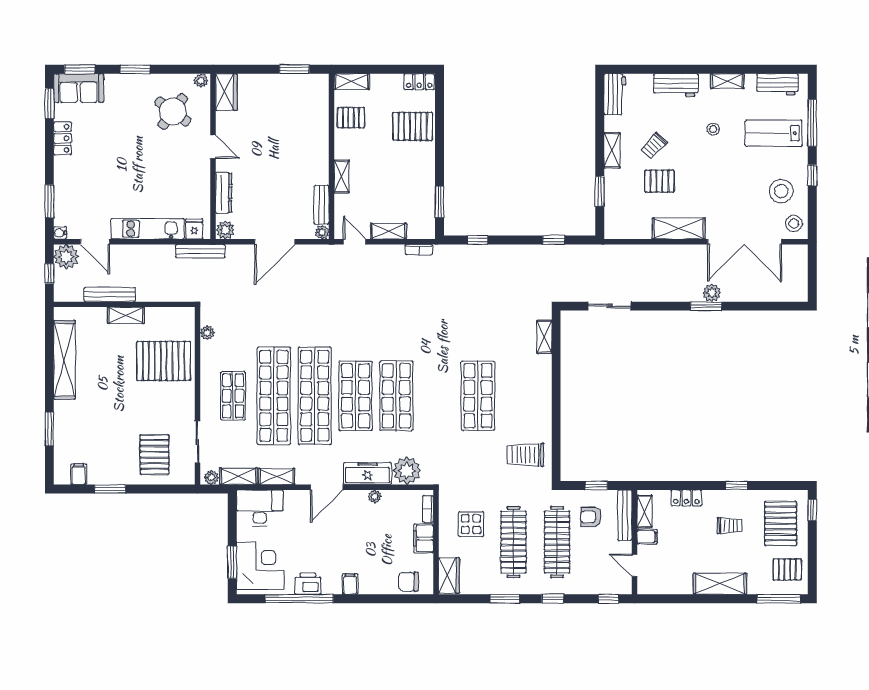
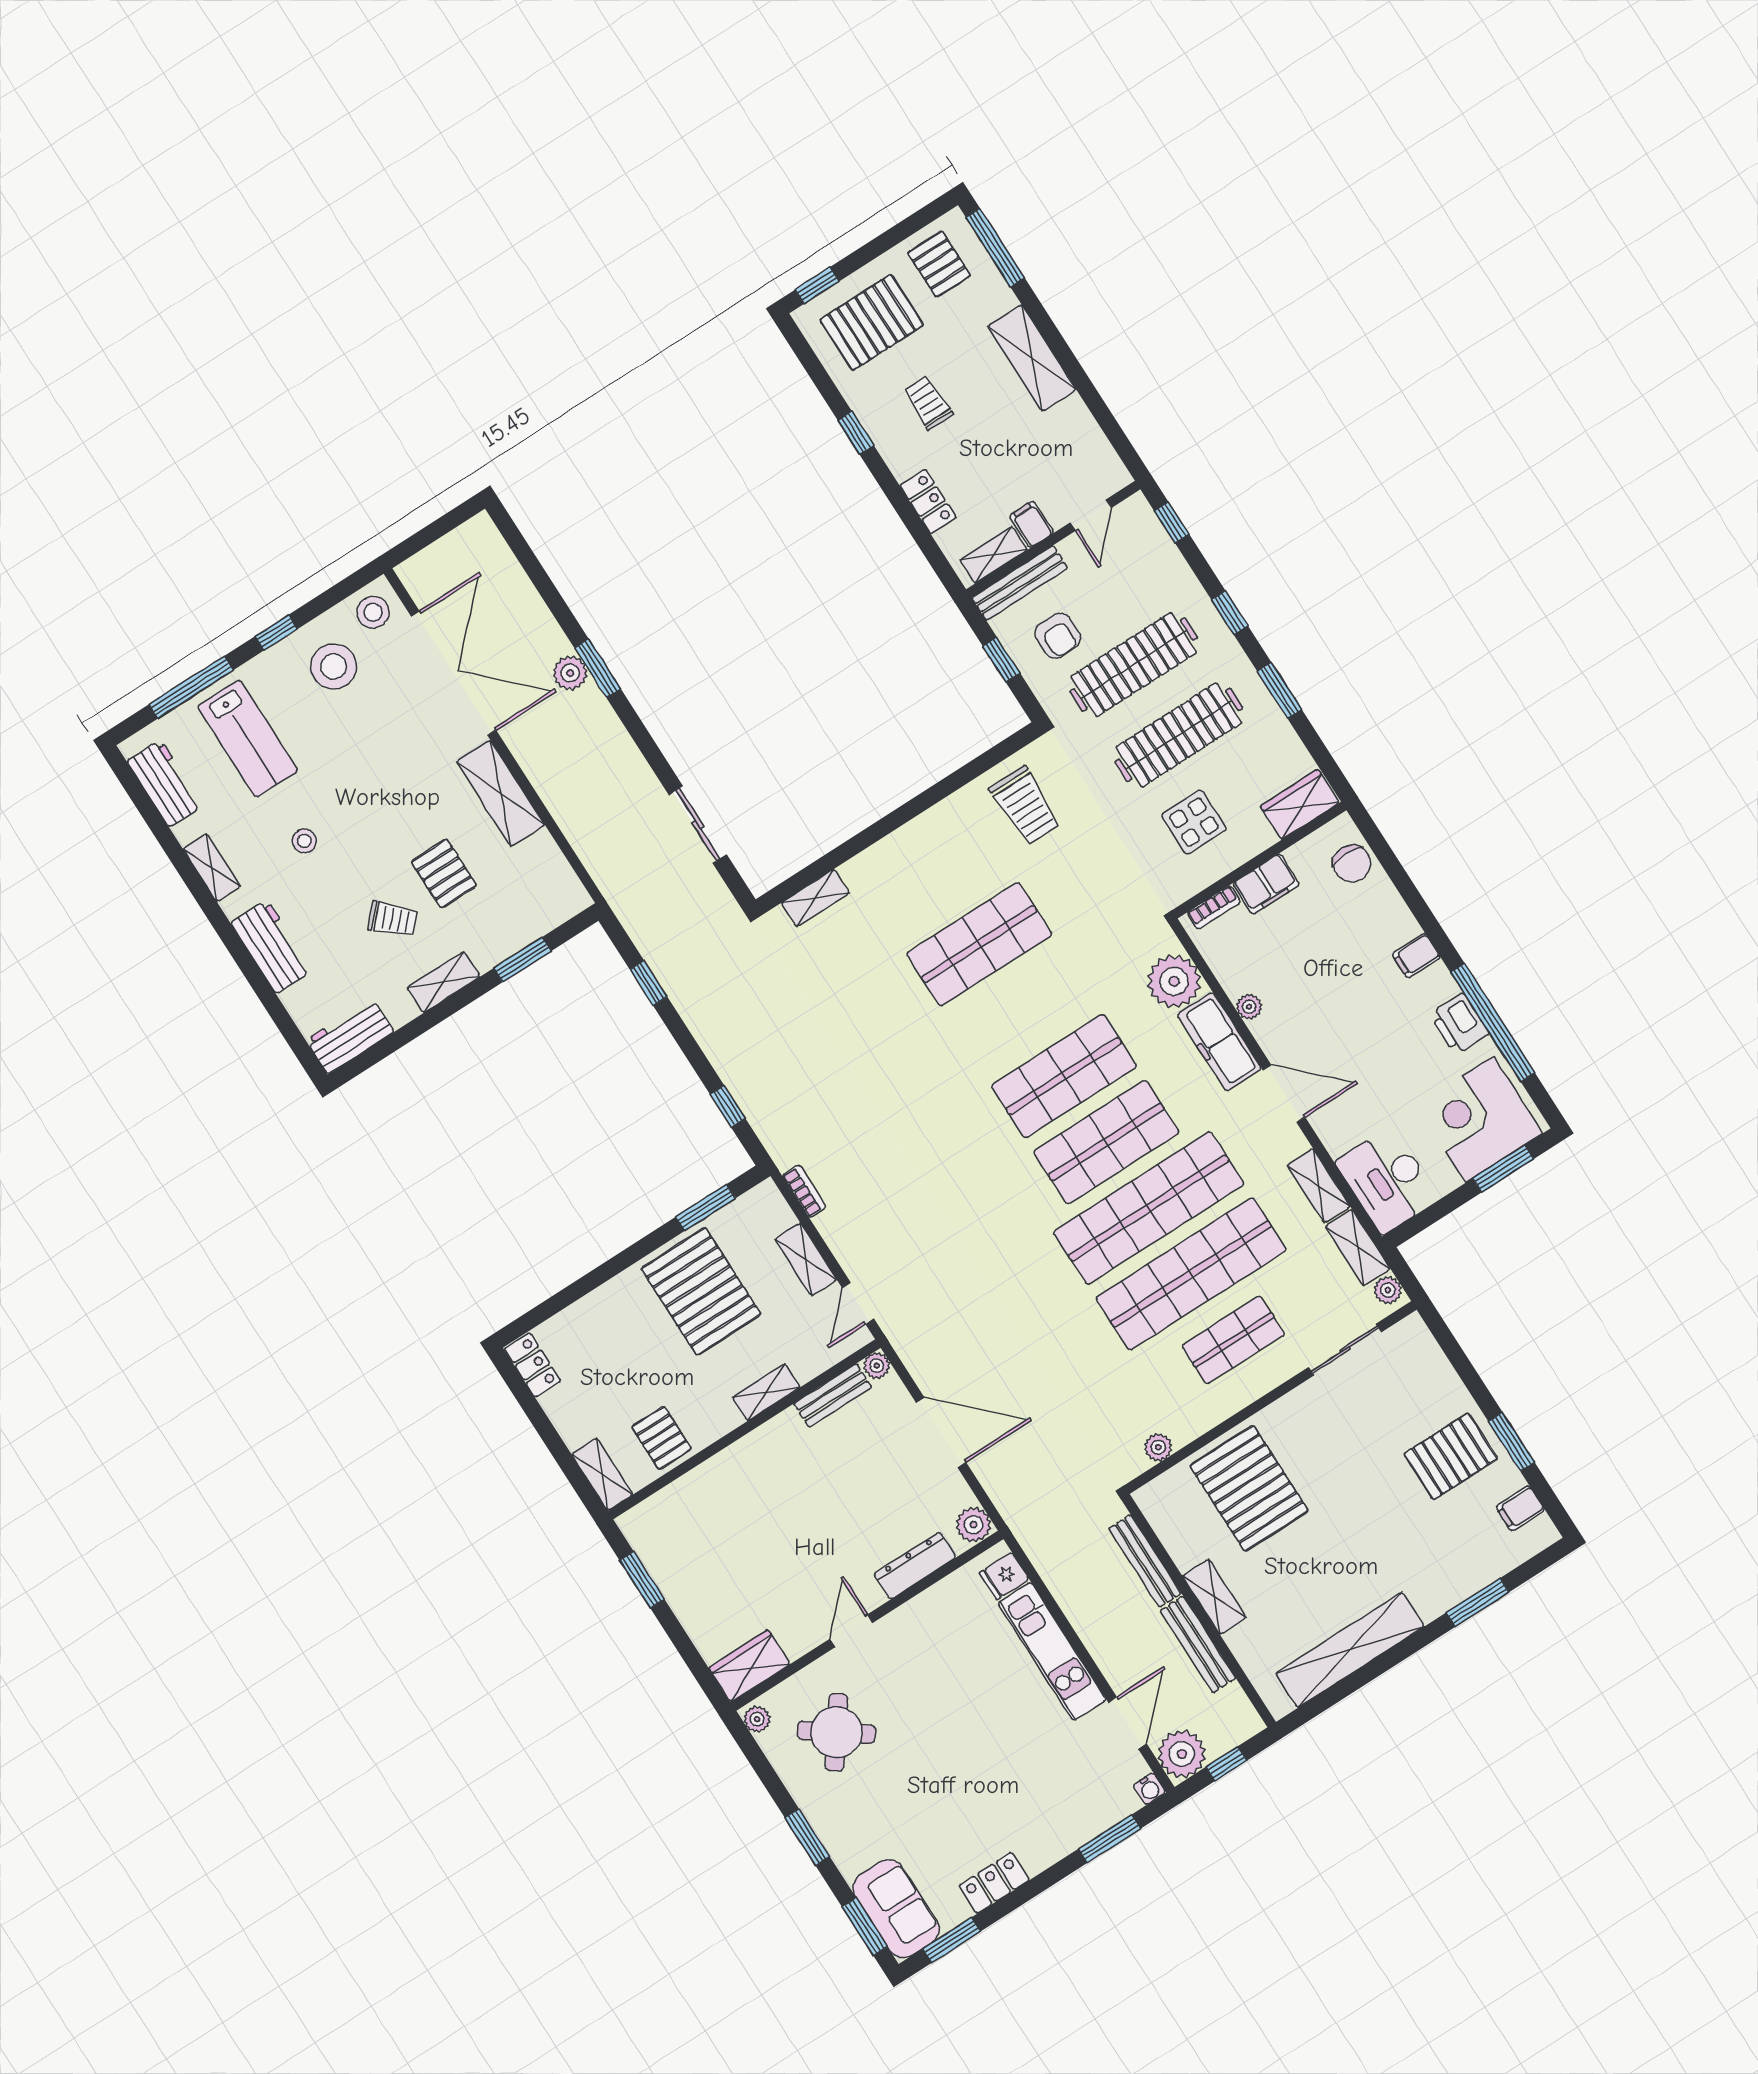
pallet: (413, 126) -> (701, 1291), moved, width x1.37, depth x1.41
bench: (200, 251) -> (1145, 1561), moved
pallet: (155, 455) -> (1451, 1456), moved

